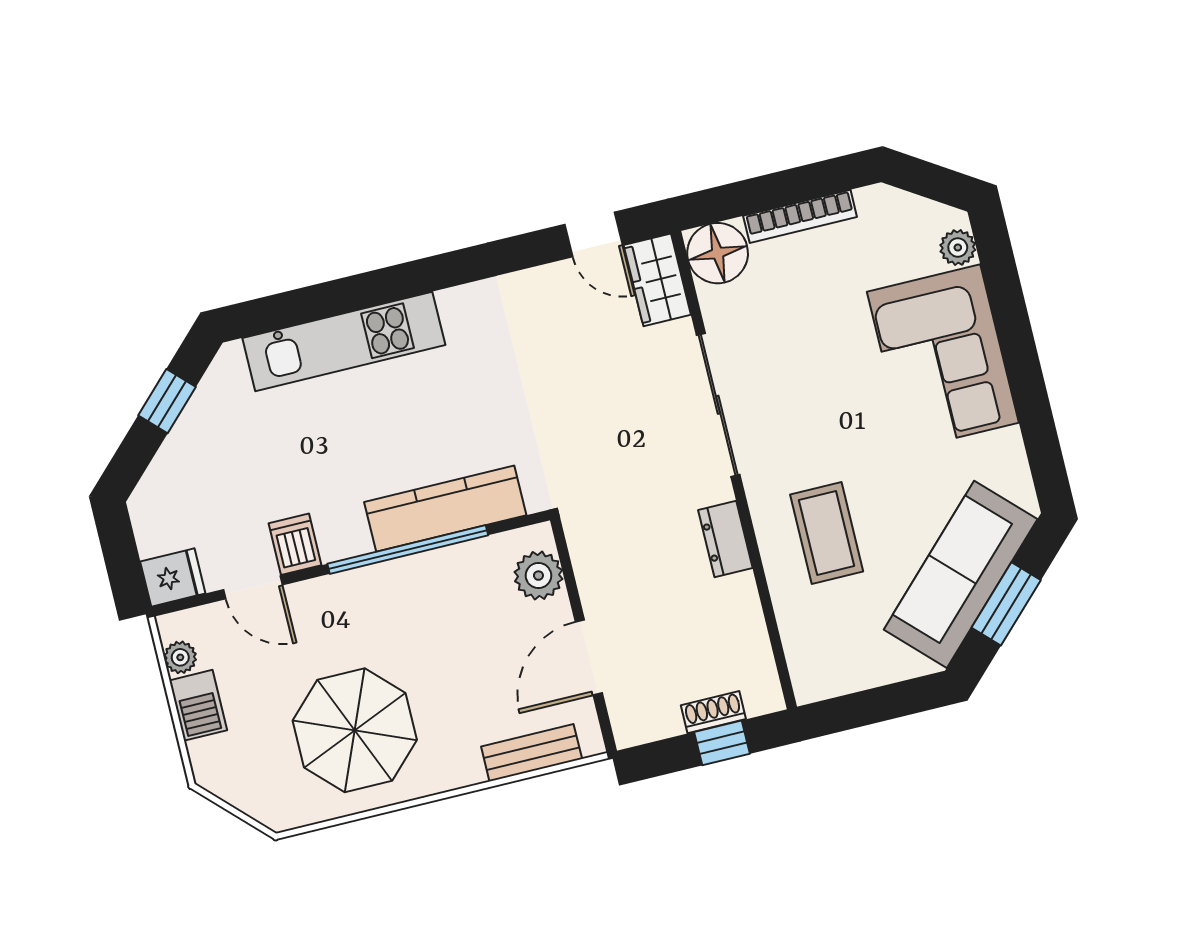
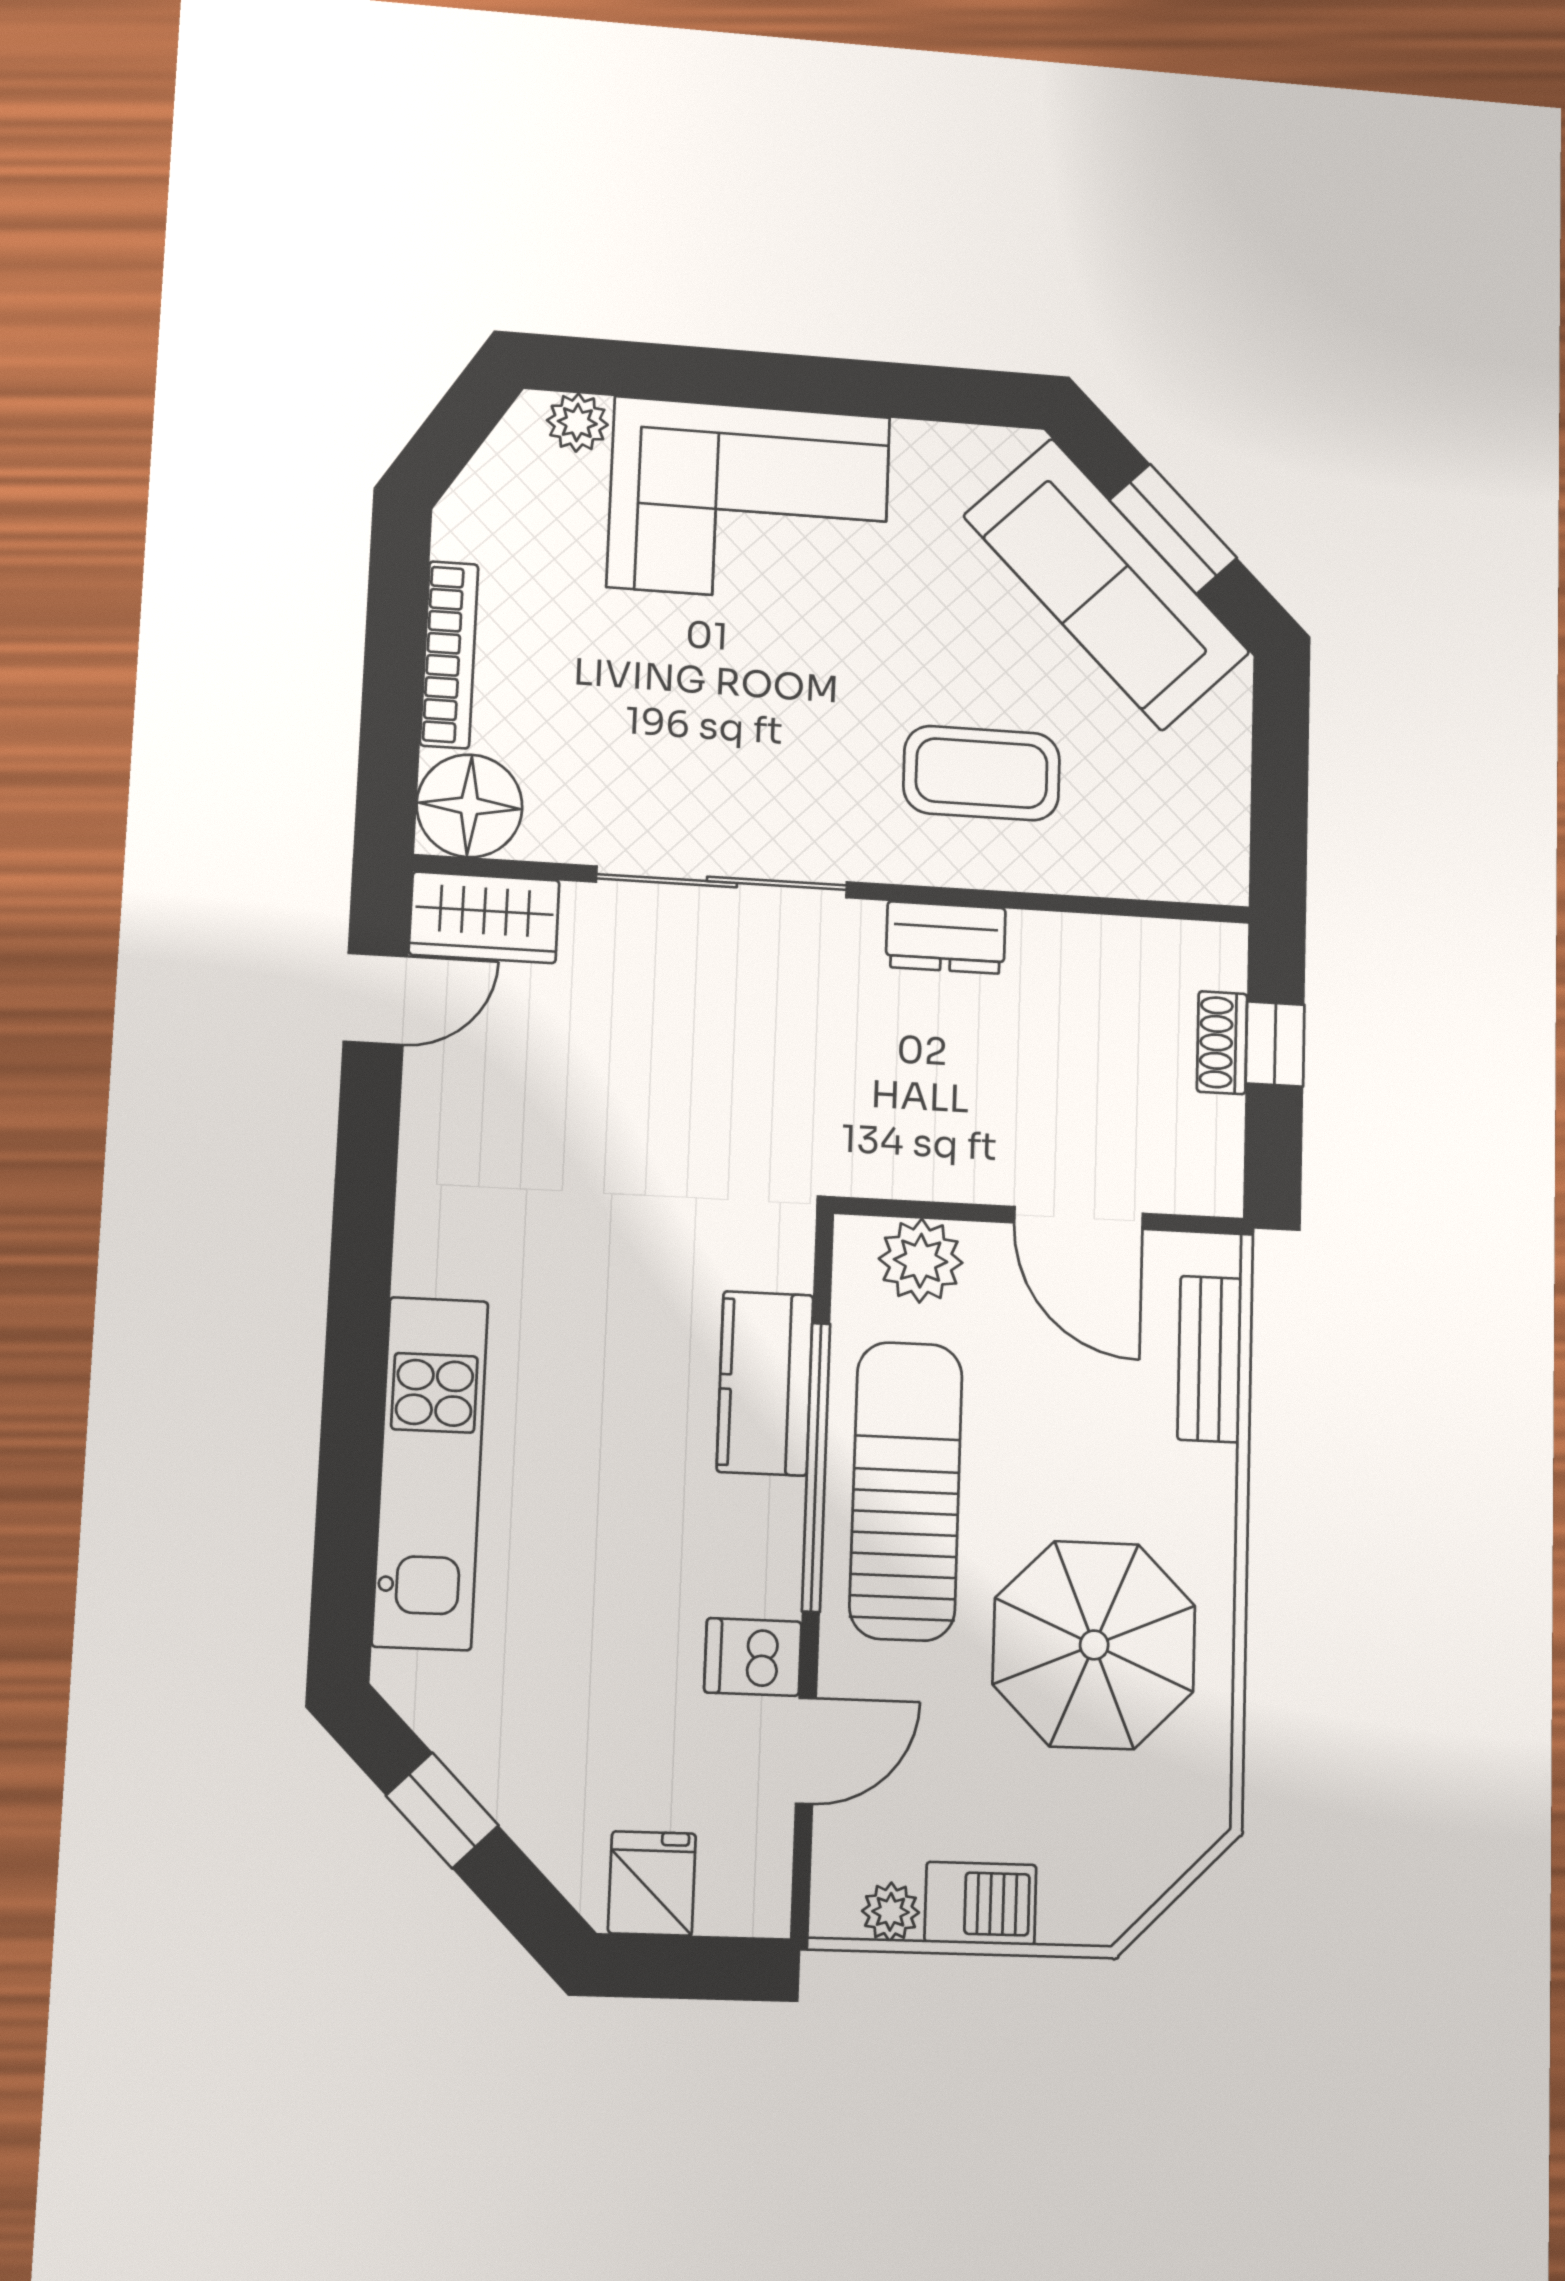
kitchen counter: (445, 509) -> (765, 1383), width x0.67
fridge: (173, 577) -> (652, 1883), moved
sun lounger: (409, 603) -> (906, 1491), added

